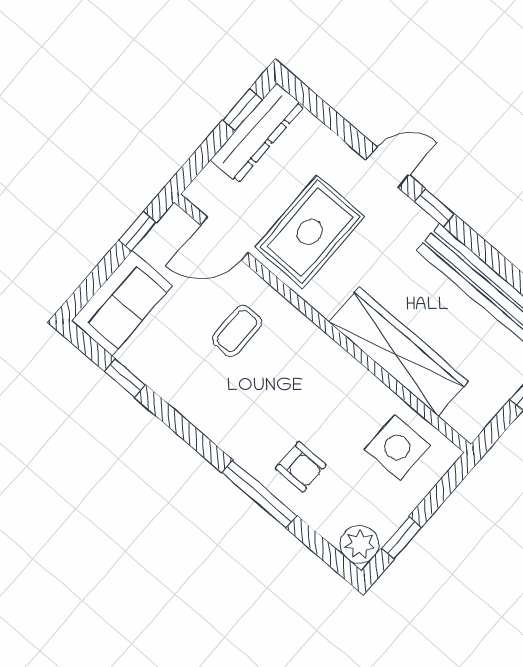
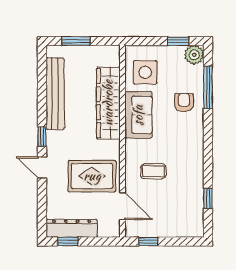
sofa: (122, 303) -> (138, 115), moved, turned 90
window: (259, 494) -> (208, 87), moved

